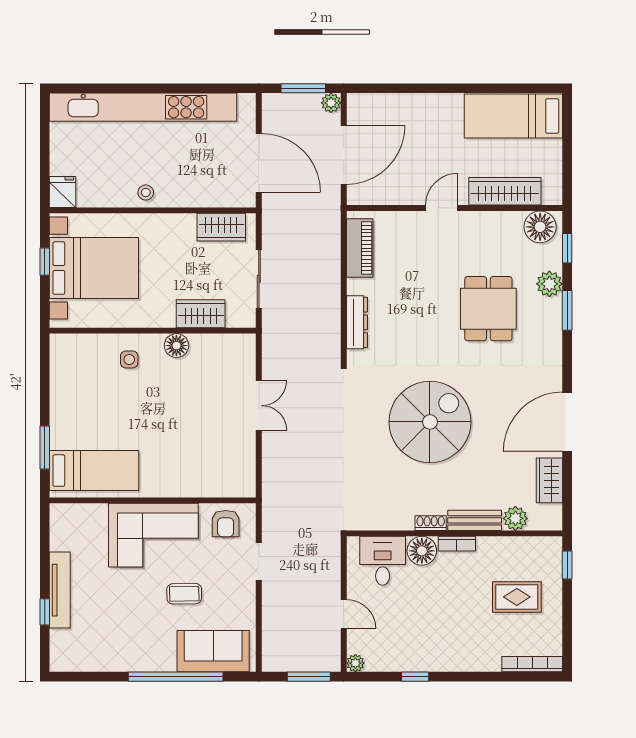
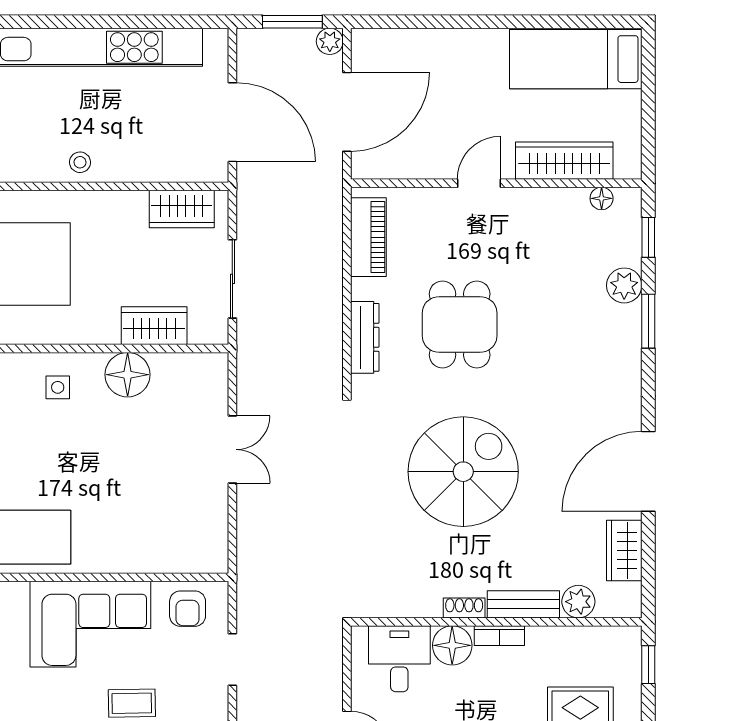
floor lamp: (540, 227) -> (602, 198), width x0.53, depth x0.53
dining table: (488, 309) -> (460, 324), moved
floor lamp: (176, 346) -> (128, 375), width x1.38, depth x1.38

